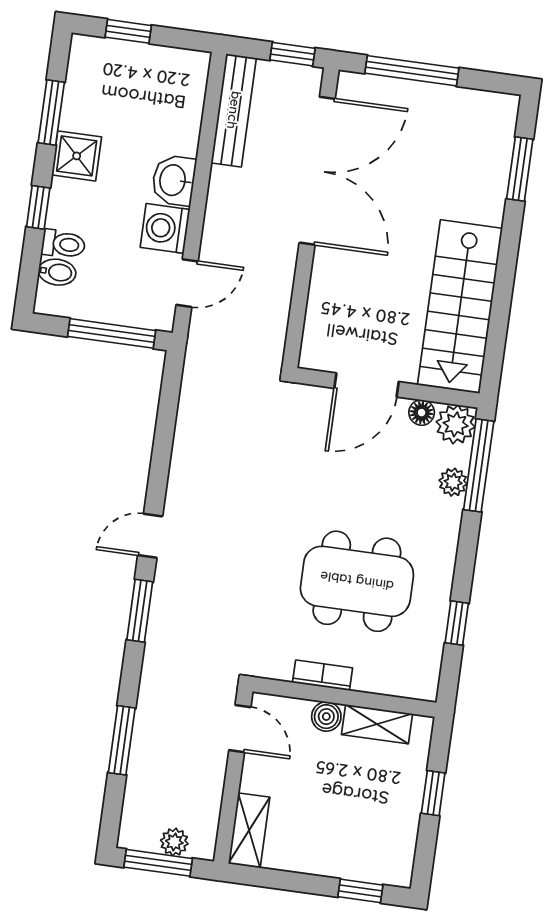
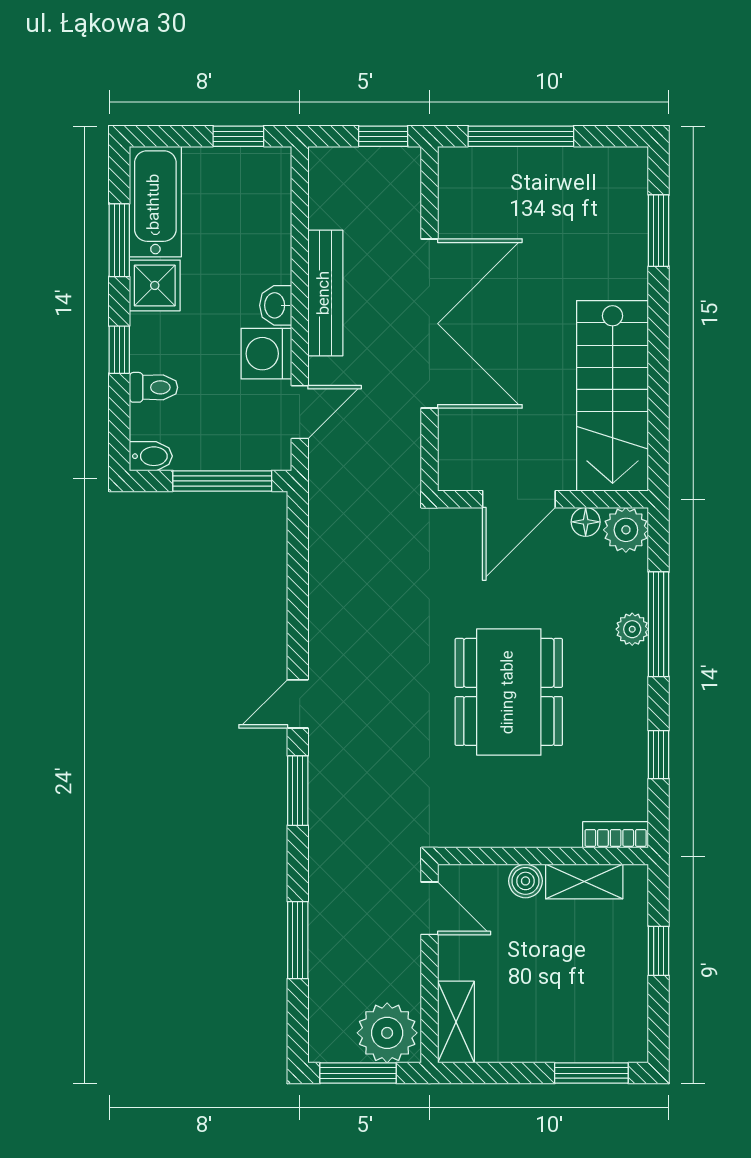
window: (128, 31) -> (238, 136), moved
bathtub: (87, 83) -> (155, 202), added
bench: (234, 110) -> (325, 293), moved
double door: (317, 171) -> (429, 324), moved
washbasin: (174, 180) -> (276, 305), width x0.72, depth x0.69
bidet: (57, 272) -> (151, 456), moved
window: (479, 465) -> (659, 624), moved
plant: (453, 482) -> (632, 629), moved
dining table: (357, 581) -> (509, 692), moved, turned 90
bookcase: (323, 675) -> (616, 835), moved
plant: (174, 842) -> (387, 1033), width x1.88, depth x1.88
window: (360, 891) -> (591, 1073), width x1.50

